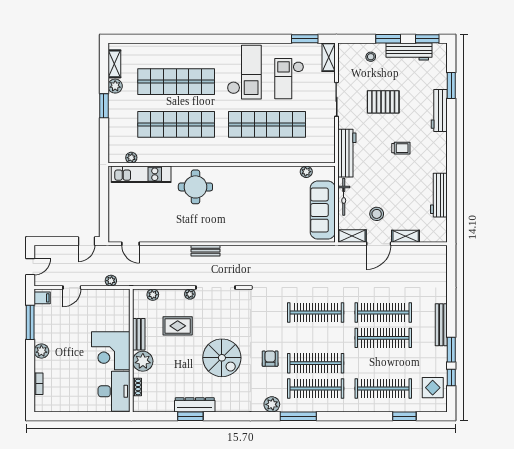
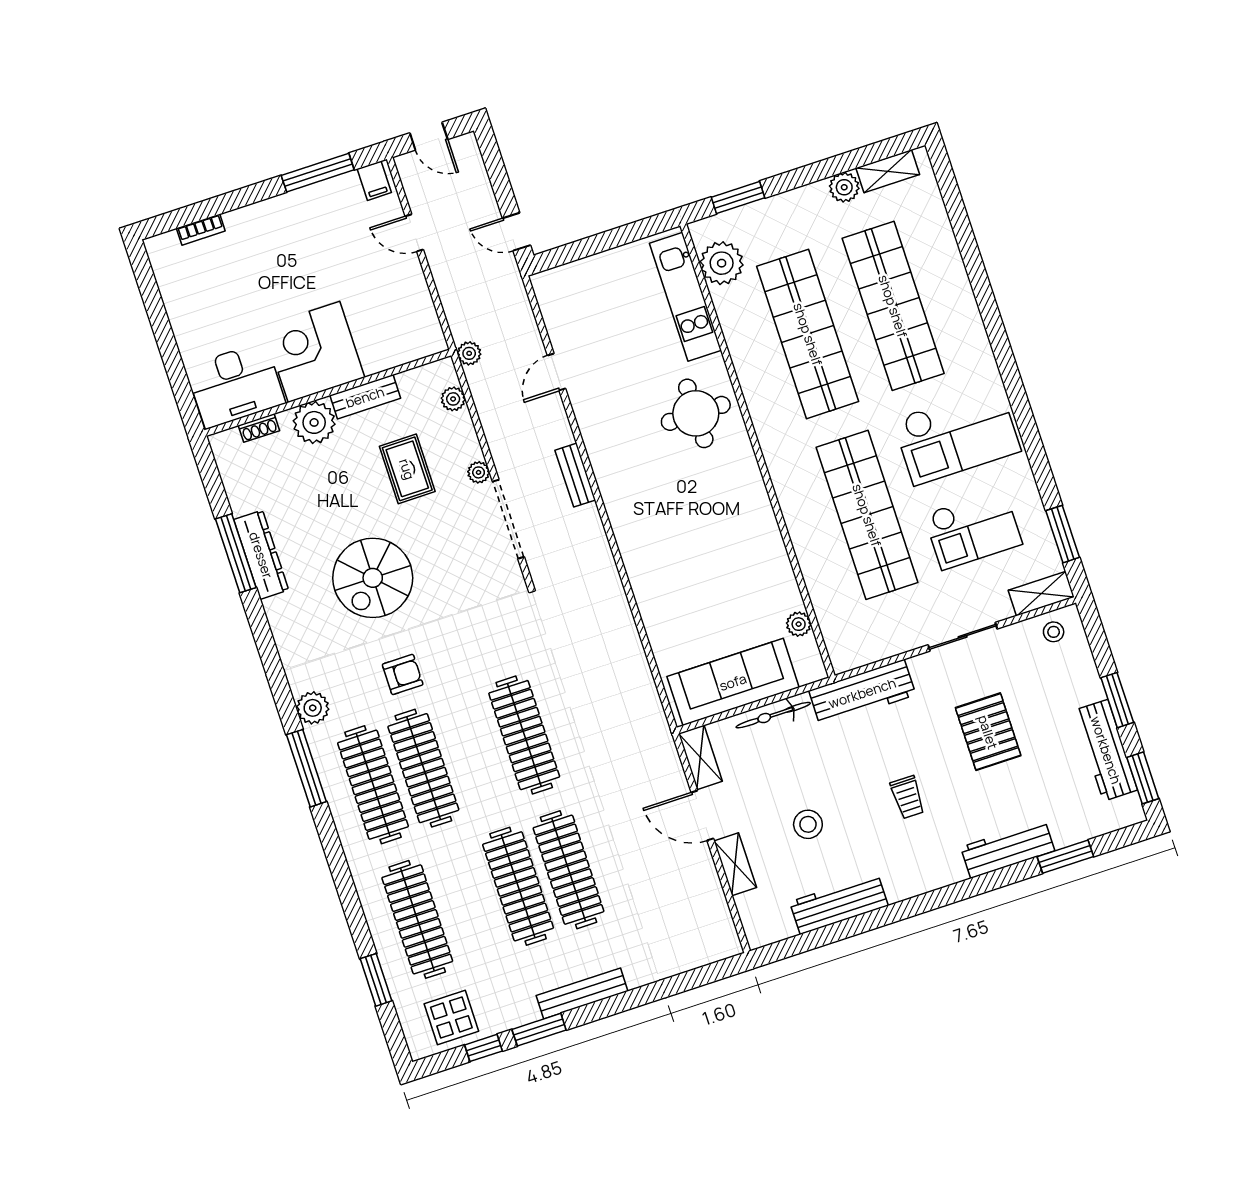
stool: (371, 57) -> (1054, 632), moved
checkout: (289, 79) -> (973, 529), turned 180
window: (104, 106) -> (738, 197), moved
plant: (131, 158) -> (722, 263), width x1.87, depth x1.87
stool: (377, 214) -> (808, 824), moved
door: (131, 244) -> (557, 372), moved
plant: (111, 281) -> (469, 353), moved
plant: (41, 351) -> (268, 214), removed
window: (190, 416) -> (236, 553), width x1.44

